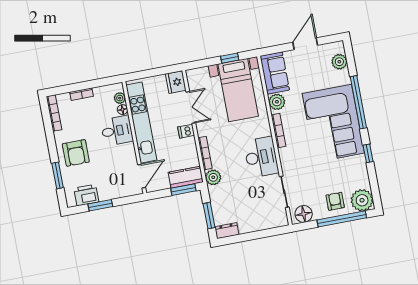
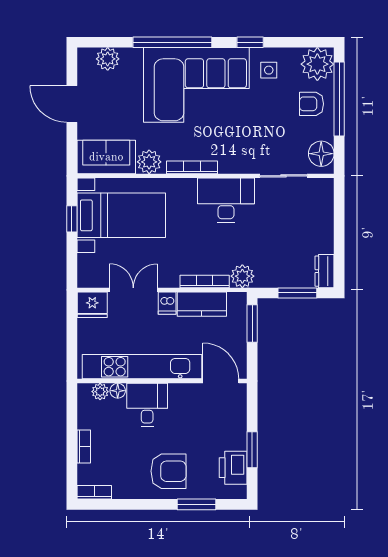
bookcase: (54, 113) -> (94, 492), width x0.64
side table: (352, 169) -> (269, 70), added
kitchen counter: (186, 177) -> (202, 304), moved, turned -90

